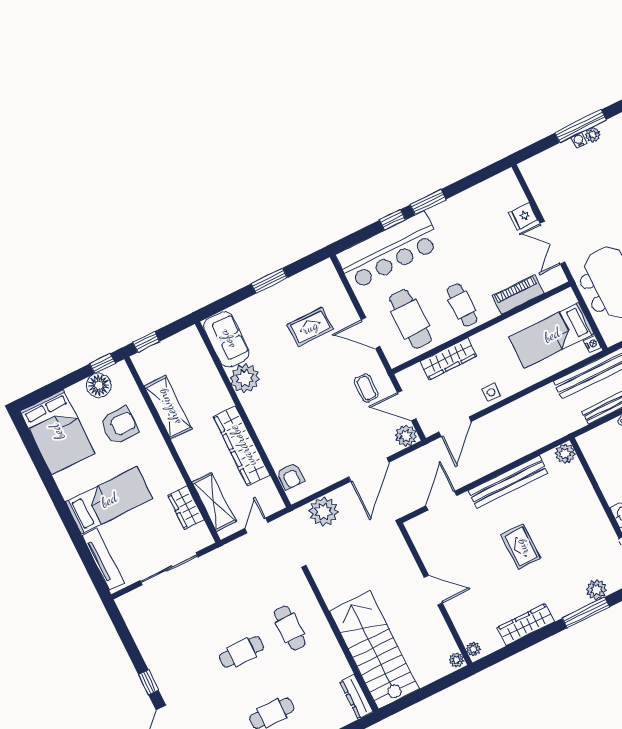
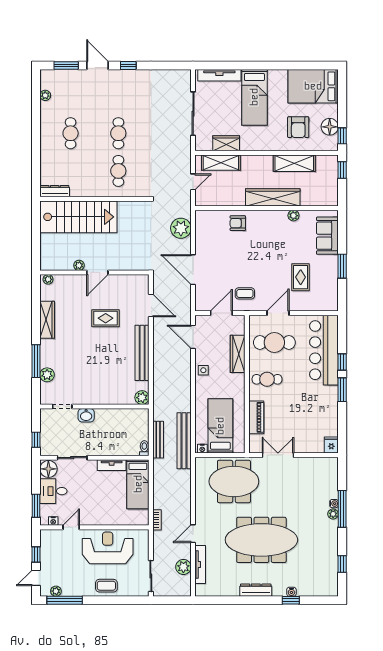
fridge: (523, 216) -> (331, 445), moved
sofa: (226, 339) -> (327, 236), moved, turned 90
plant: (245, 378) -> (293, 216), width x0.53, depth x0.53
plant: (406, 436) -> (203, 303), removed
wardrobe: (242, 446) -> (273, 197), moved
armchair: (291, 476) -> (238, 223), moved
door: (256, 525) -> (193, 182), hinge flipped
rug: (521, 547) -> (106, 318), moved
cafe table: (290, 628) -> (118, 171), turned 90
plant: (456, 660) -> (79, 265), moved

